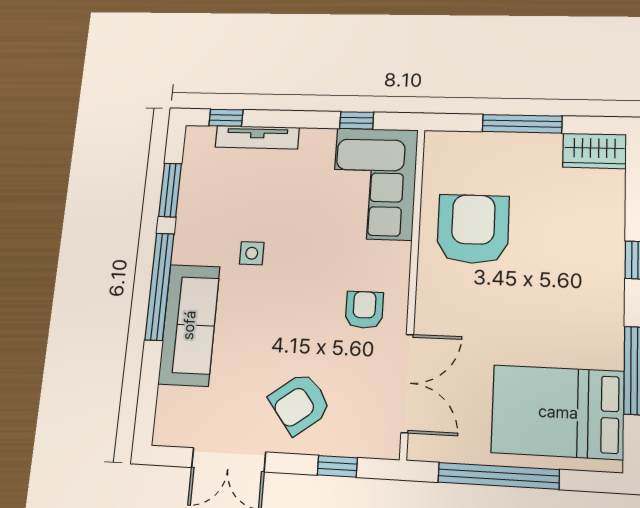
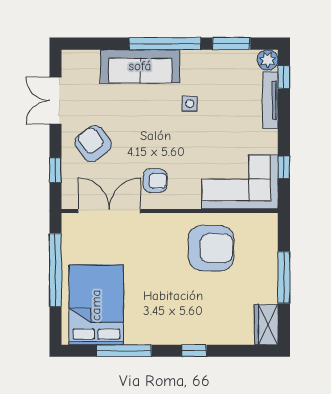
plant: (199, 140) -> (268, 60), added
double door: (407, 383) -> (109, 211), swing flipped

